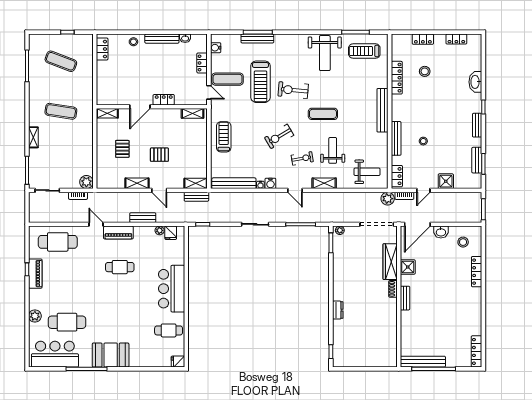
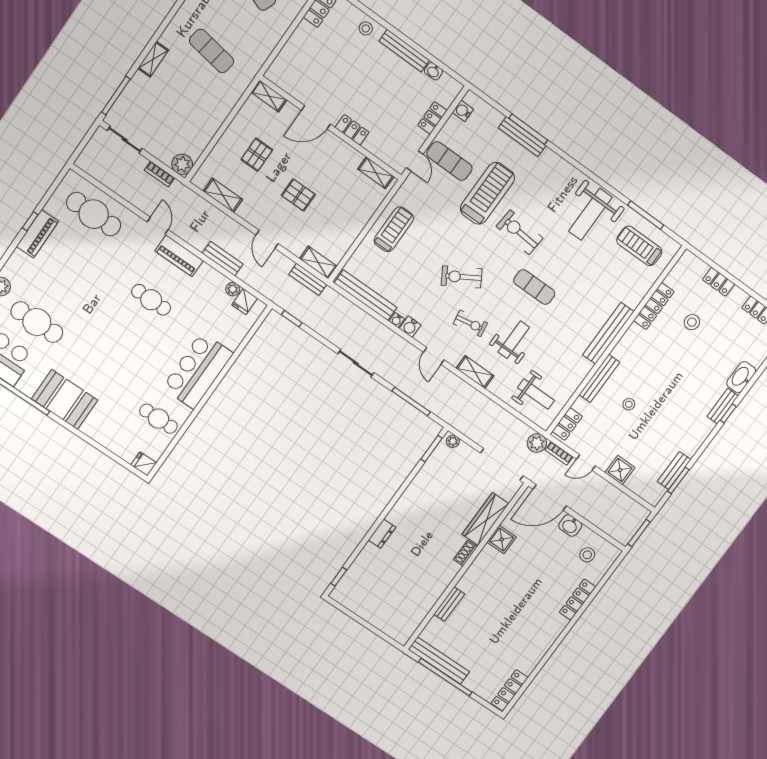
treadmill: (260, 82) -> (487, 193), turned 180
bench: (477, 125) -> (723, 406), moved
shelving: (137, 183) -> (223, 195), moved
bench: (405, 298) -> (449, 604), moved

